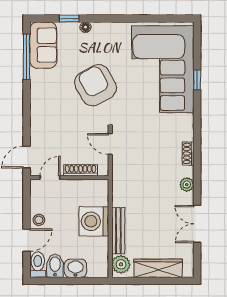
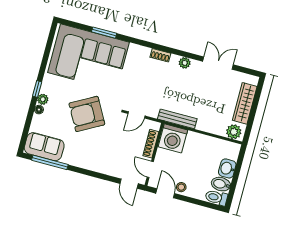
window: (69, 19) -> (37, 89), moved
plant: (99, 28) -> (43, 99), added
window: (197, 80) -> (104, 33), width x1.50
washing machine: (94, 221) -> (173, 138), moved
double door: (197, 224) -> (218, 63), swing flipped
bench: (118, 231) -> (177, 119), moved
door: (27, 240) -> (165, 193), moved

